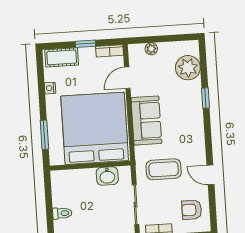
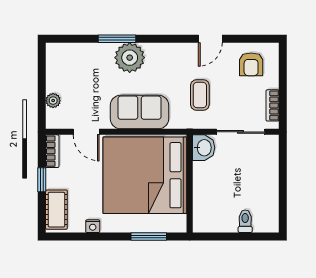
plant: (188, 68) -> (130, 58), moved
window: (205, 98) -> (117, 39), width x1.50
coffee table: (164, 169) -> (200, 95), width x0.73, depth x0.77
washbasin: (107, 176) -> (204, 148), moved

